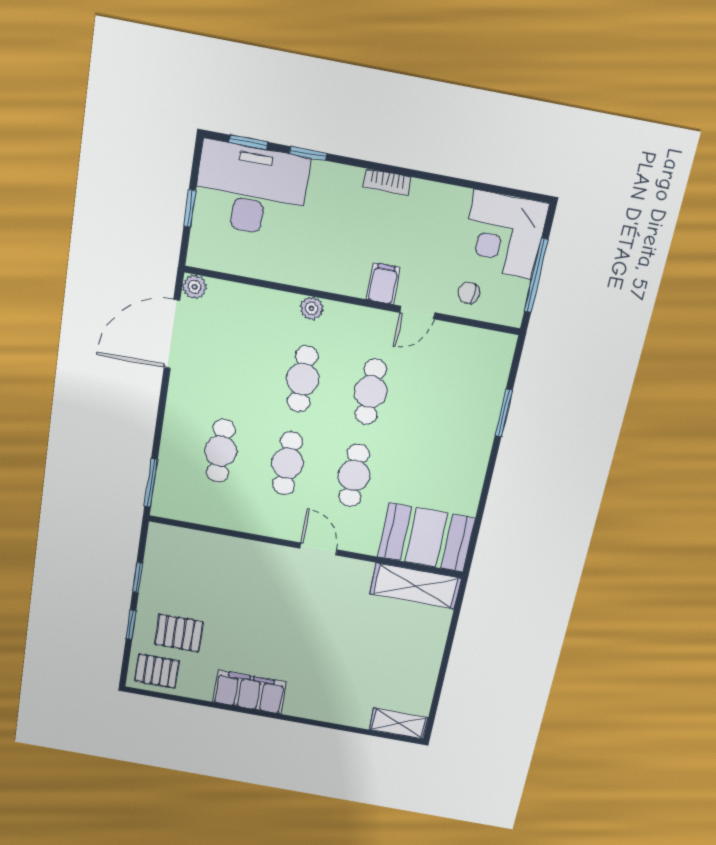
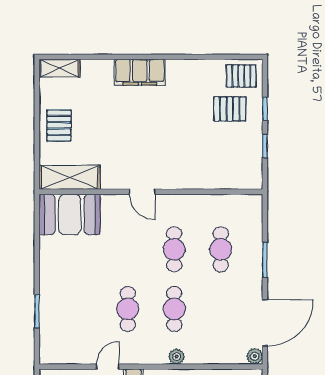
cafe table: (354, 475) -> (128, 249), removed
window: (151, 483) -> (265, 260), moved
pallet: (415, 654) -> (59, 125), added
filing cabinet: (249, 692) -> (140, 72), moved

